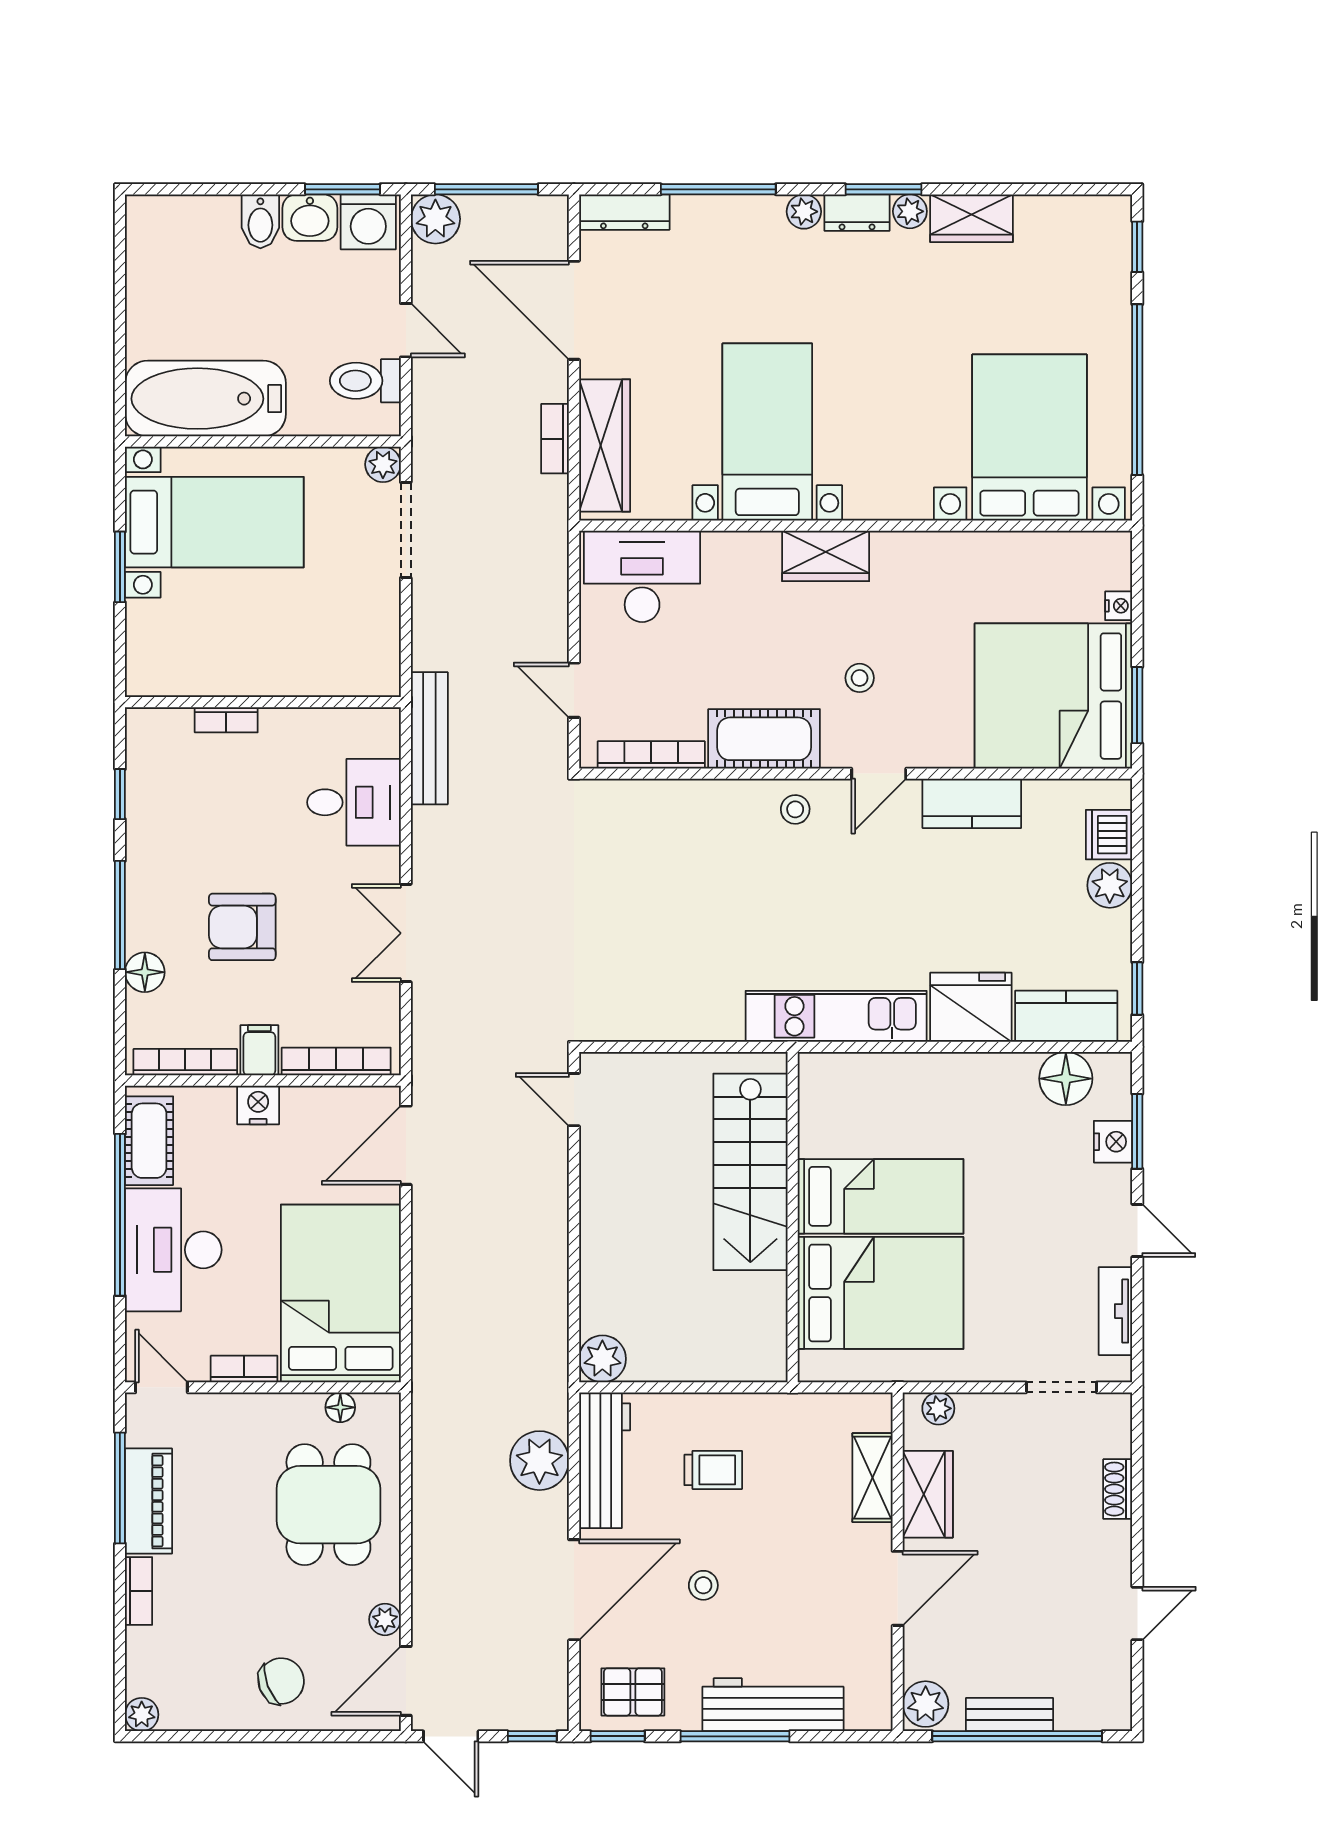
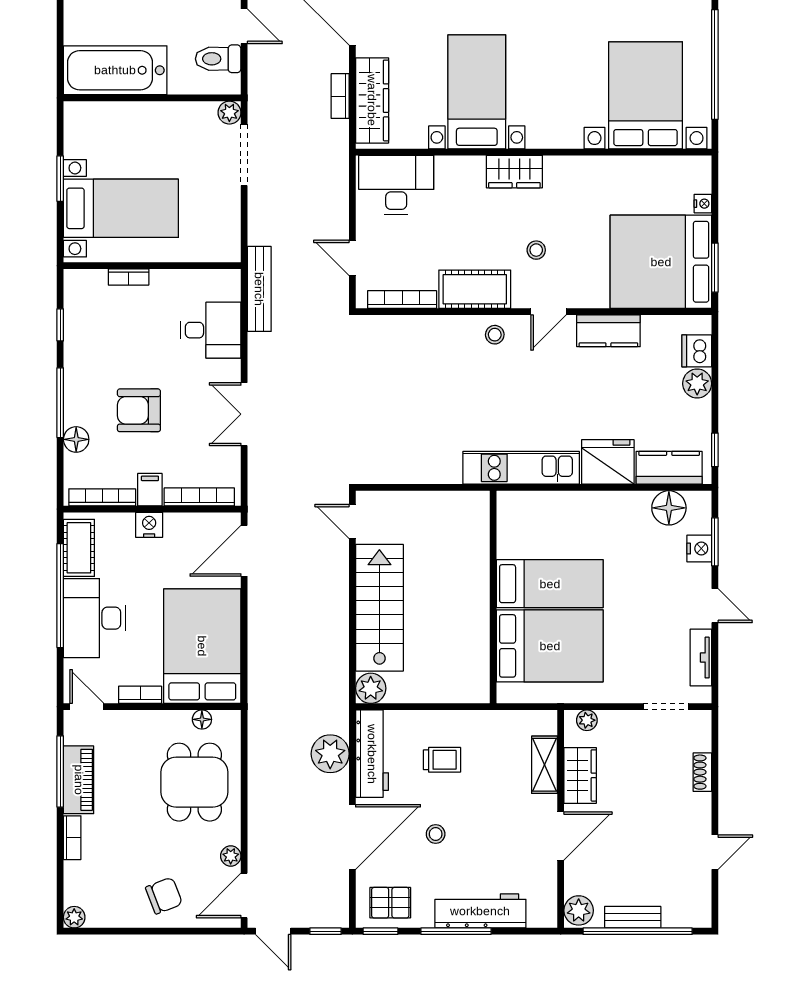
bed with nightstands: (214, 522) -> (121, 208), moved
stairs: (750, 1172) -> (379, 608), moved, turned 180

